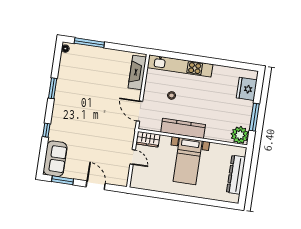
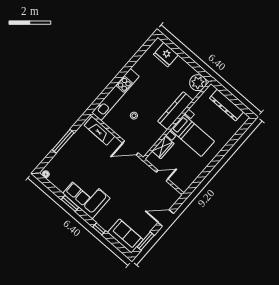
window: (89, 43) -> (63, 141), moved
corner sofa: (69, 99) -> (86, 196), added
window: (254, 117) -> (191, 63), removed
kitchen counter: (183, 128) -> (175, 111), moved
wardrobe: (148, 139) -> (163, 147), moved

